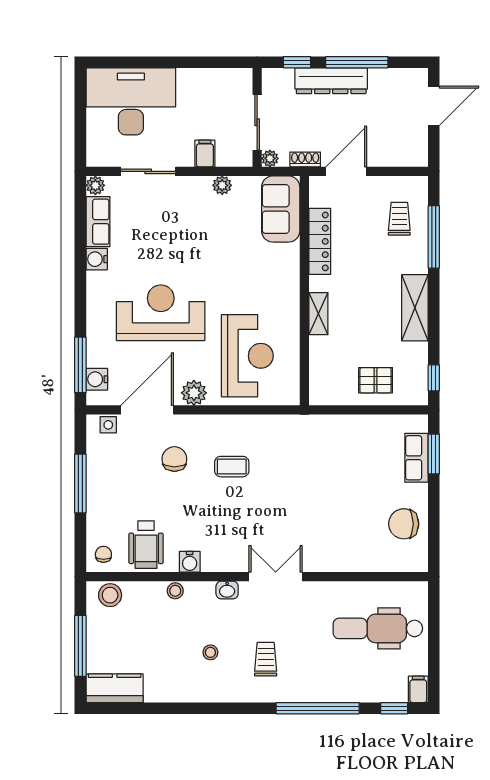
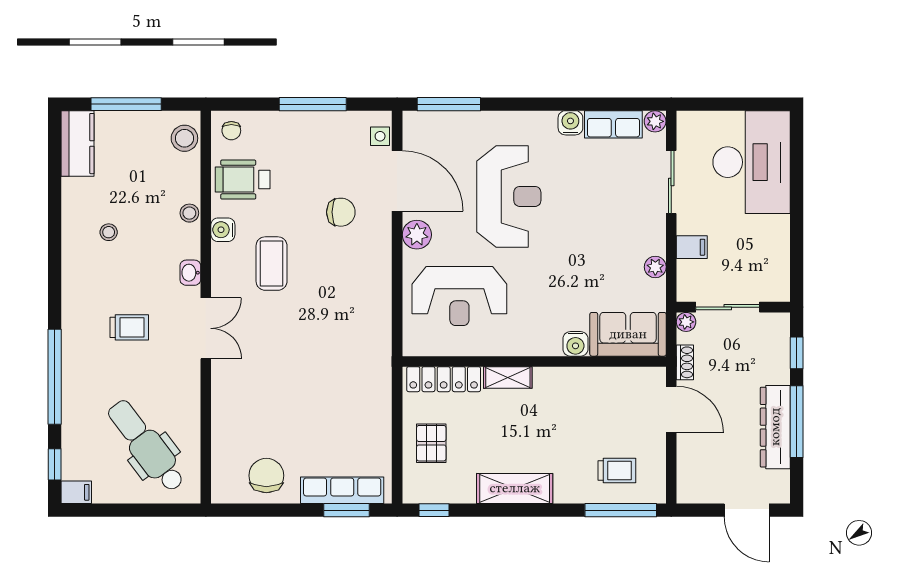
dresser: (331, 81) -> (775, 427), moved
window: (434, 237) -> (621, 510), moved
locker: (320, 241) -> (444, 379), moved
water cooler: (97, 379) -> (575, 344), moved, turned 180
row of seats: (416, 458) -> (342, 490), width x1.48
coffee table: (232, 467) -> (272, 264), moved, width x1.36, depth x1.30
chair: (103, 554) -> (231, 131), turned 90
dental chair: (378, 628) -> (146, 446), turned -37
stool: (210, 652) -> (109, 232), moved
trolley: (266, 659) -> (129, 327), moved

